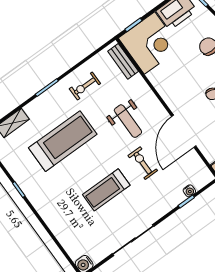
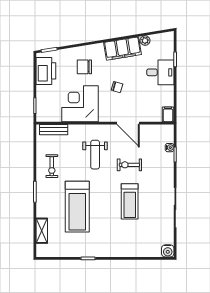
corner desk: (149, 43) -> (80, 104), moved, turned -90
weight bench: (128, 121) -> (95, 155), turned 90
door: (184, 131) -> (128, 123), width x0.73
treadmill: (63, 141) -> (77, 207), turned 180

